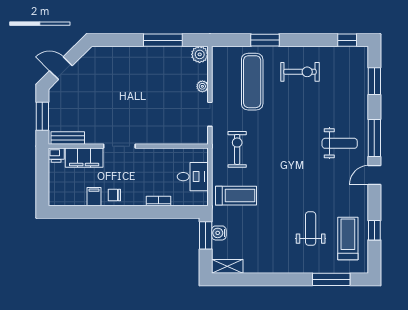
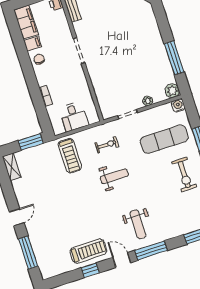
exercise bike: (237, 149) -> (107, 145), width x0.73, depth x0.72
filing cabinet: (84, 158) -> (26, 22), moved, turned 180
weight bench: (311, 229) -> (114, 176), moved
window: (374, 230) -> (90, 270), moved
water cooler: (219, 233) -> (178, 105), moved
treadmill: (348, 239) -> (88, 251), moved
door: (287, 279) -> (17, 217), added

